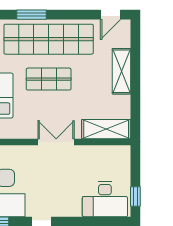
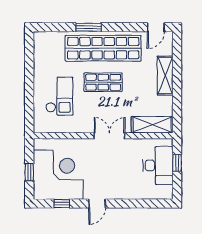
window: (135, 196) -> (177, 163), moved
desk: (105, 199) -> (158, 165), moved, turned -90

